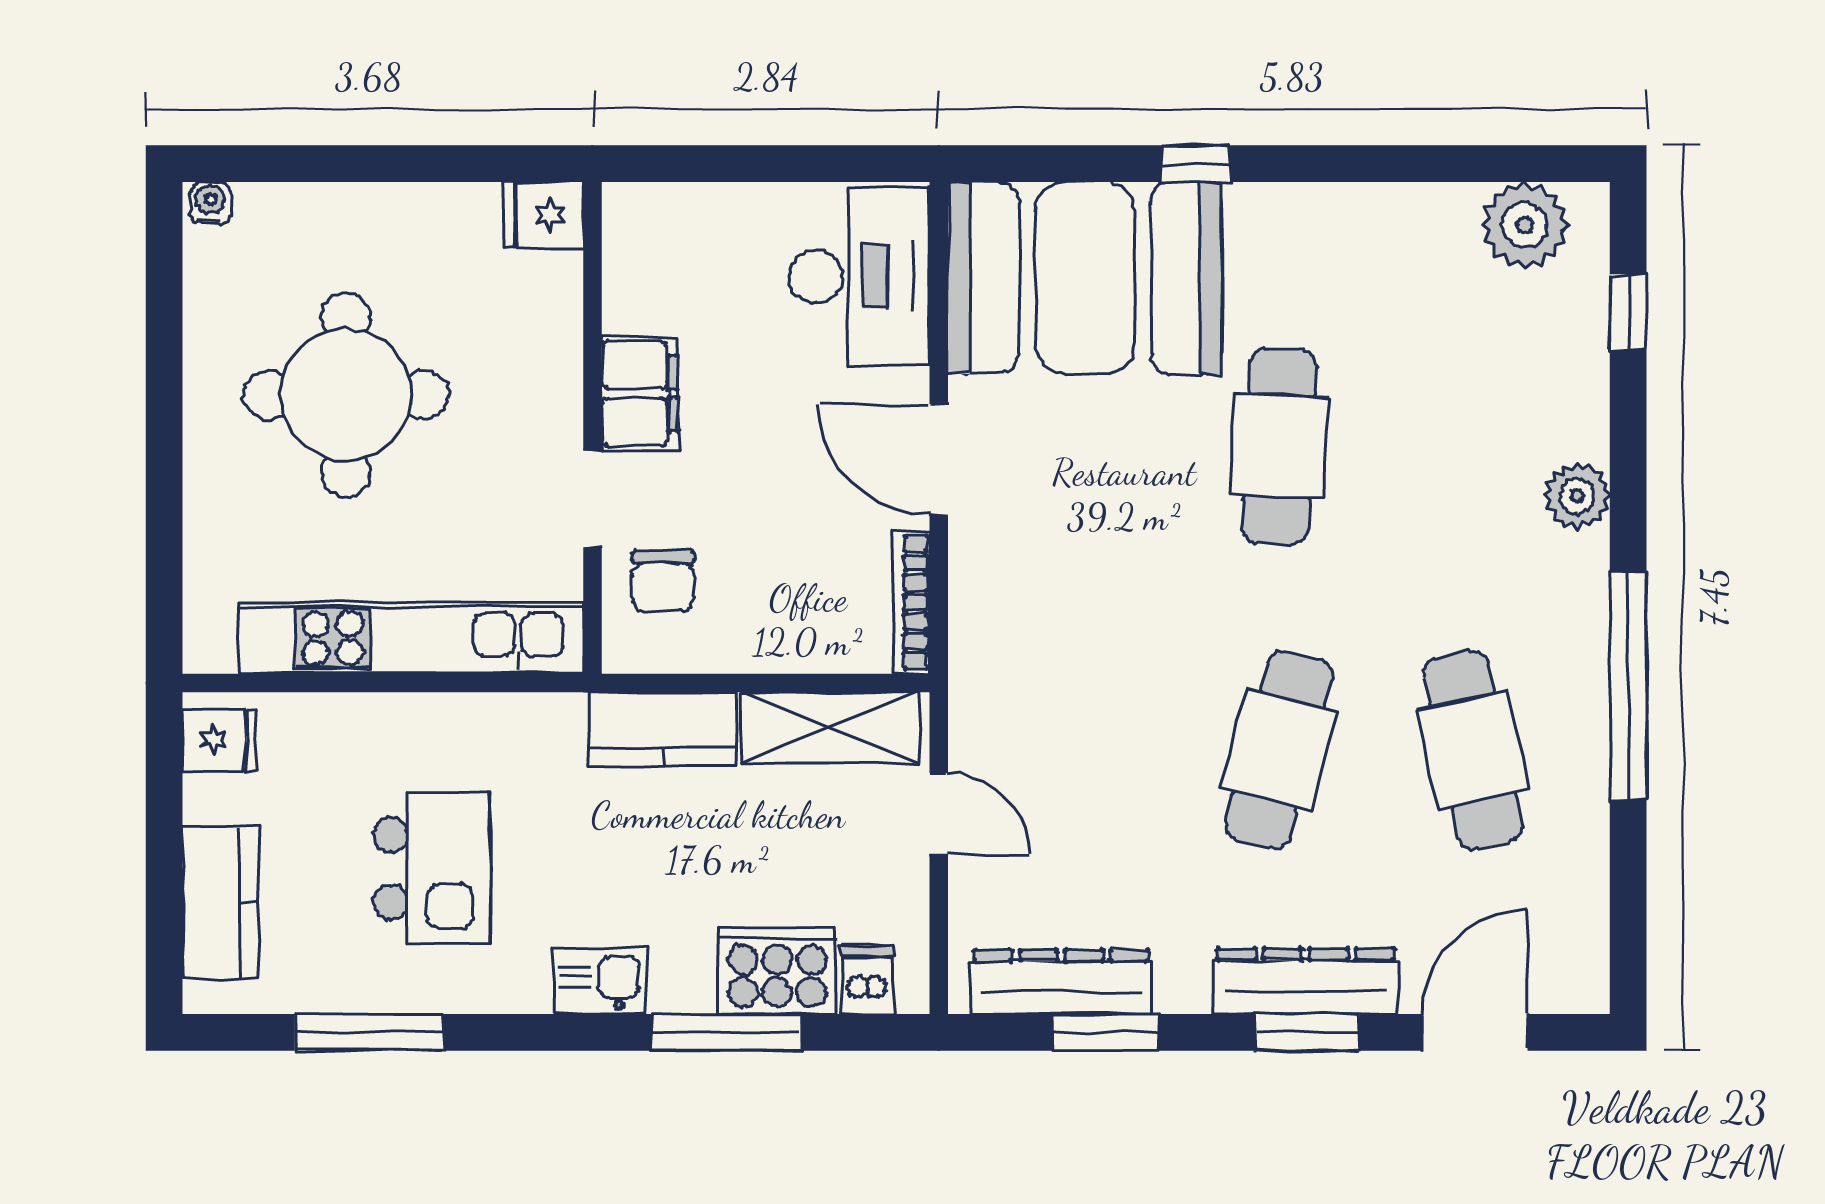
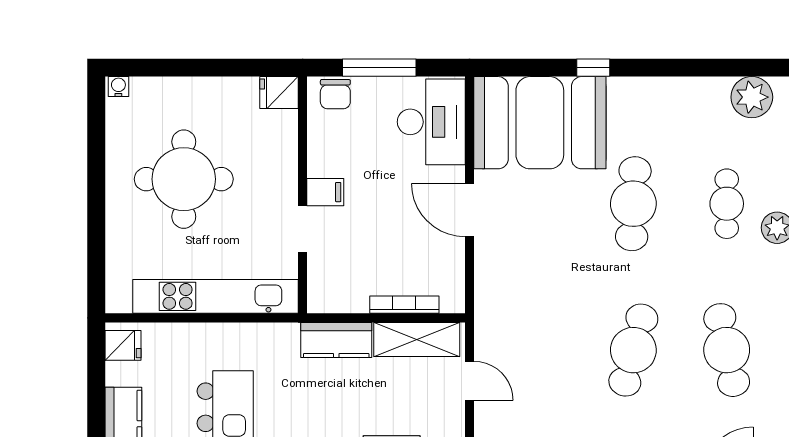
window: (751, 164) -> (379, 68), added
filing cabinet: (640, 393) -> (325, 192), width x0.50
cafe table: (1473, 446) -> (727, 204), added
chair: (663, 581) -> (335, 94), moved
bookcase: (911, 602) -> (404, 305), moved, turned 90

